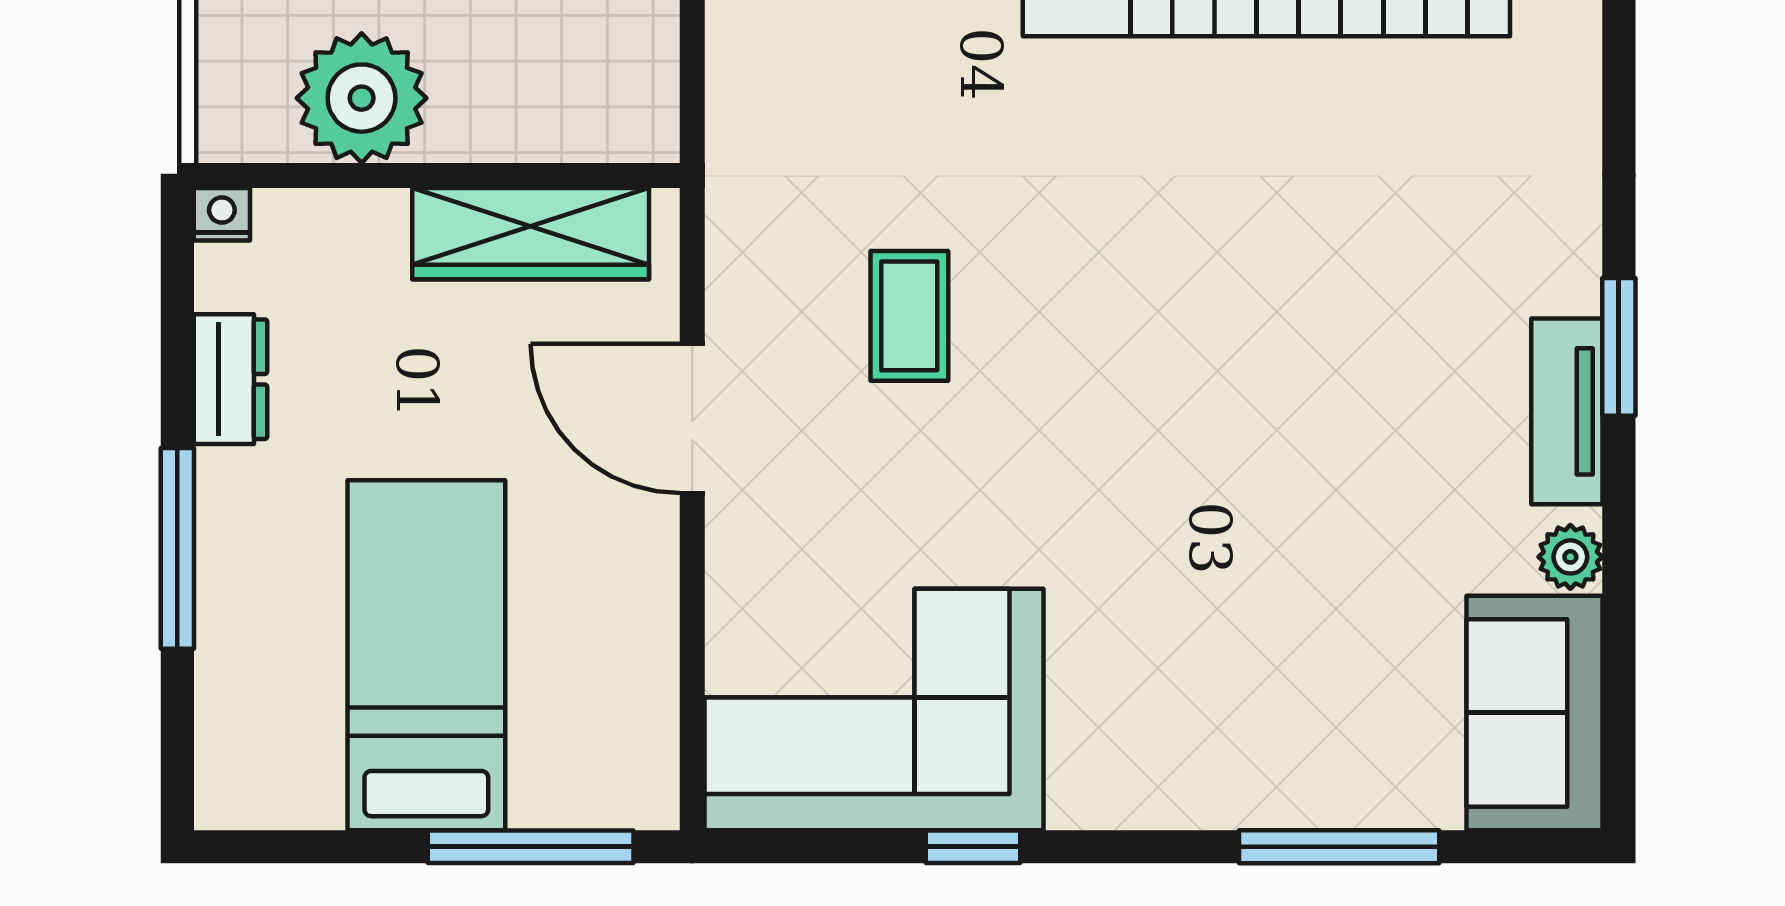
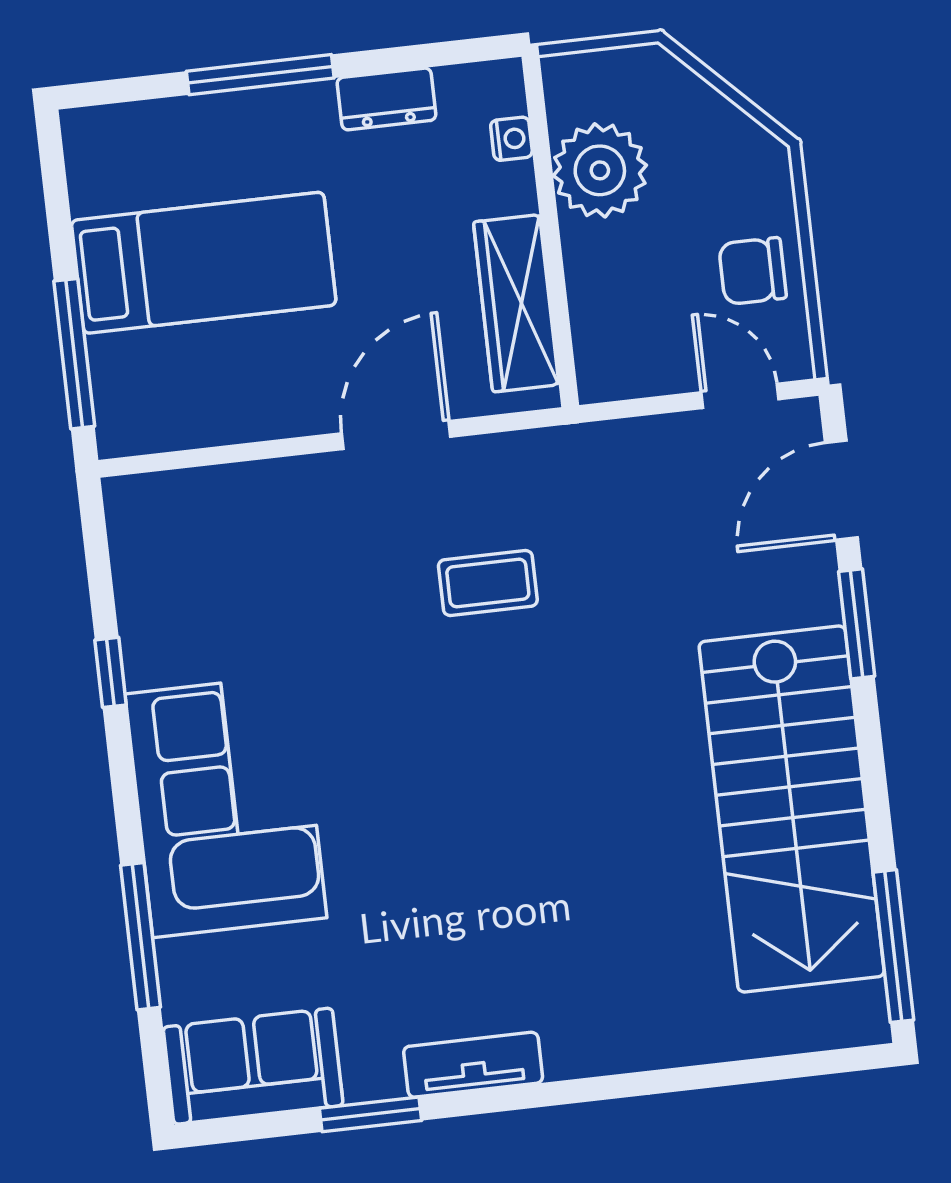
nightstand: (222, 214) -> (511, 139), moved
window: (1619, 347) -> (371, 1114), moved
plant: (1570, 557) -> (368, 1079), removed
corner sofa: (874, 709) -> (226, 806), moved

